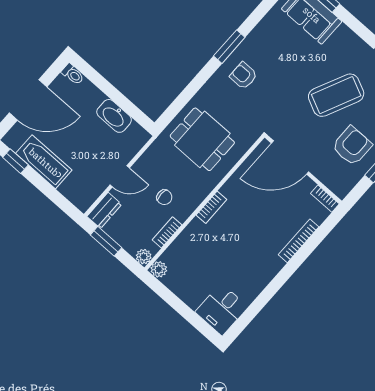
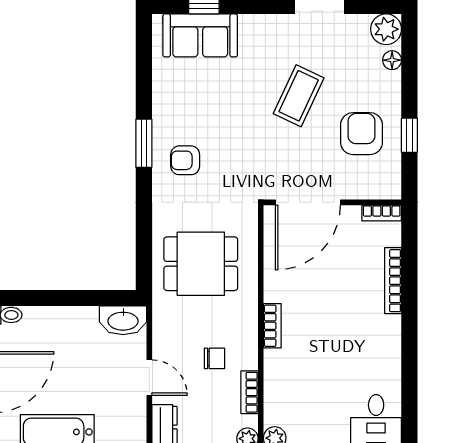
coffee table: (336, 95) -> (299, 96), width x0.73, depth x0.76
washbasin: (114, 116) -> (123, 320), moved
door: (120, 176) -> (149, 378), hinge flipped

